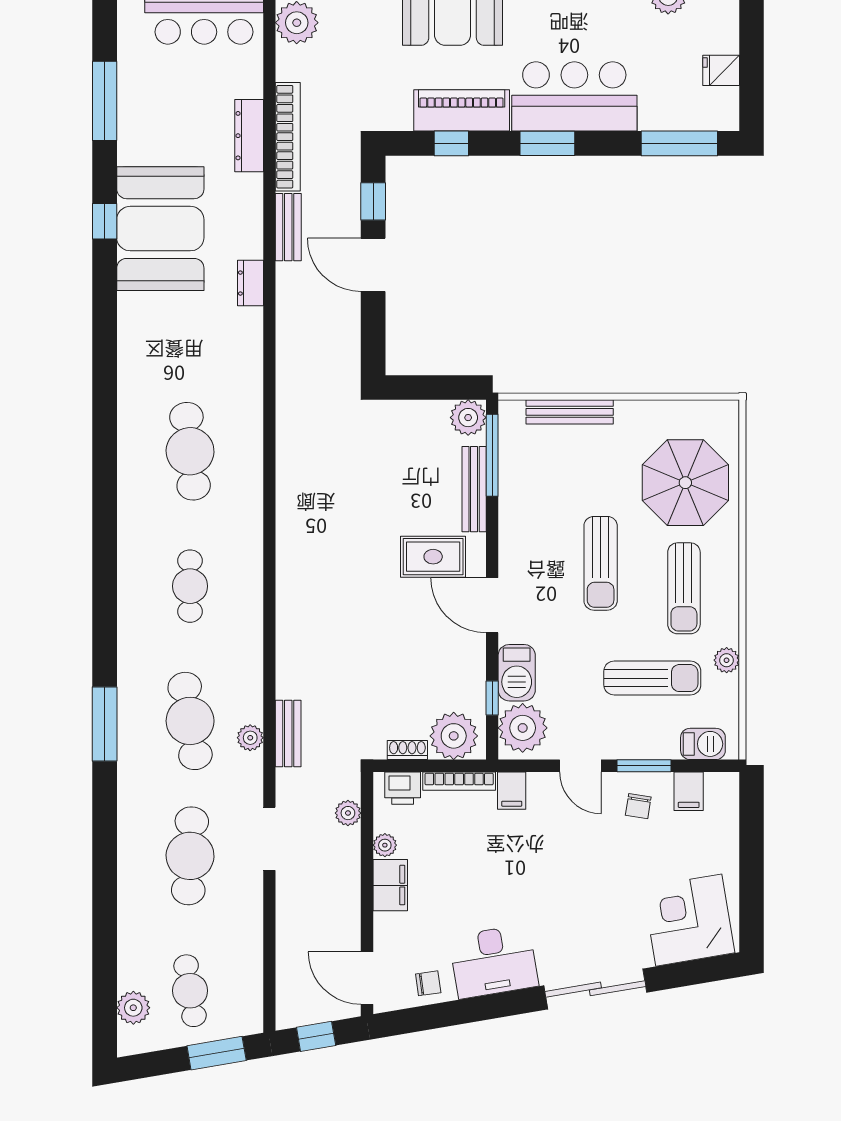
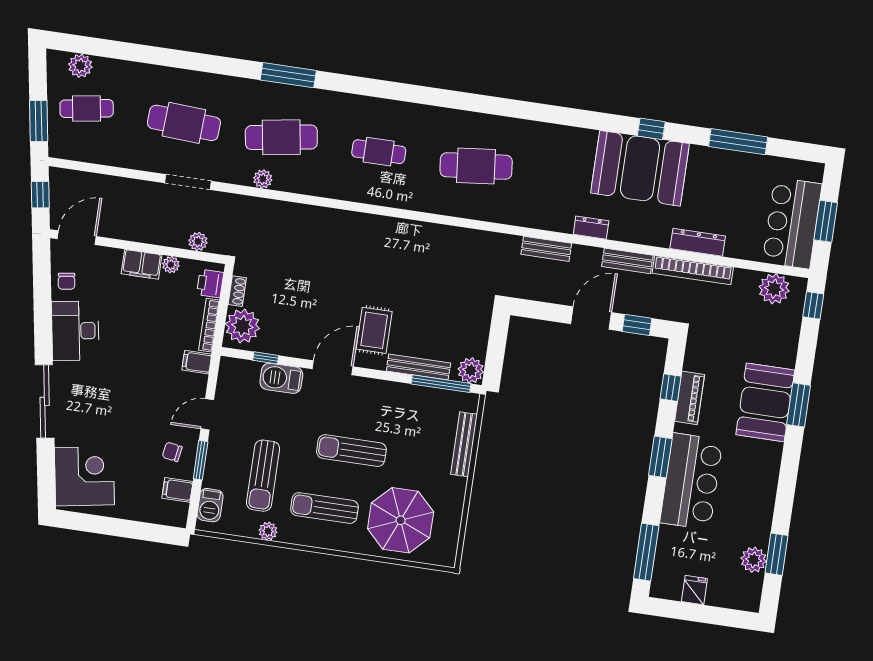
piano: (462, 110) -> (690, 398), width x0.73, depth x0.75
plant: (523, 728) -> (241, 377), removed
bench: (288, 734) -> (546, 249), moved

